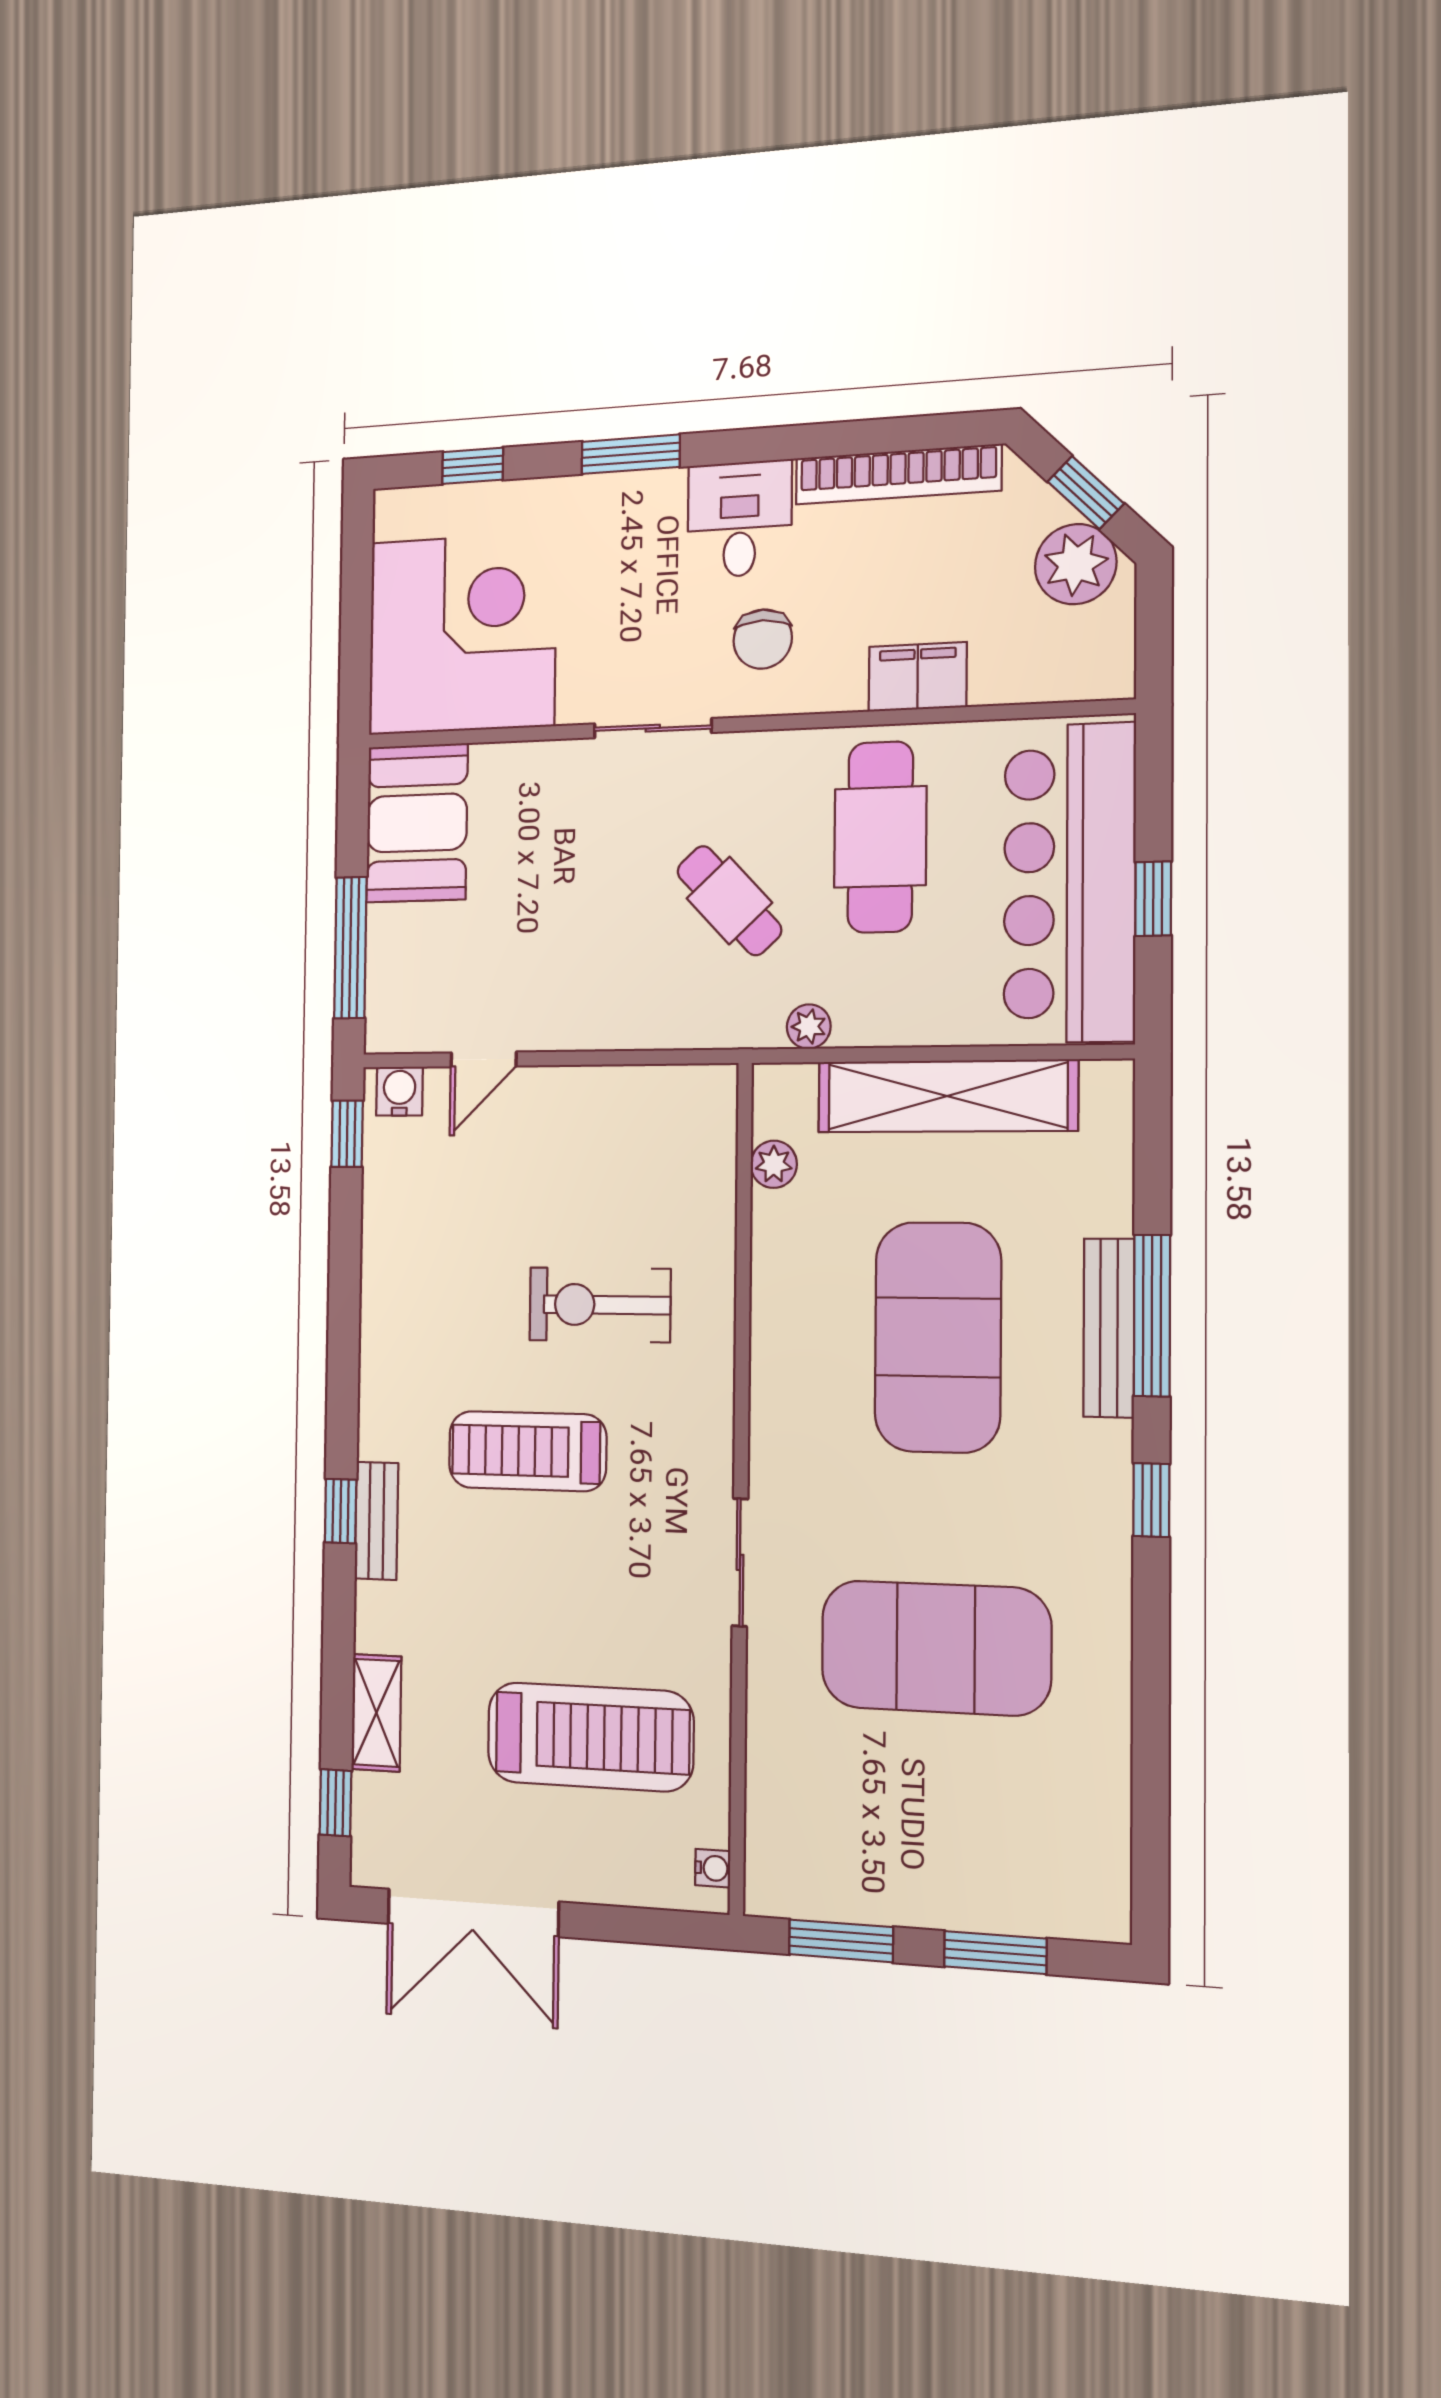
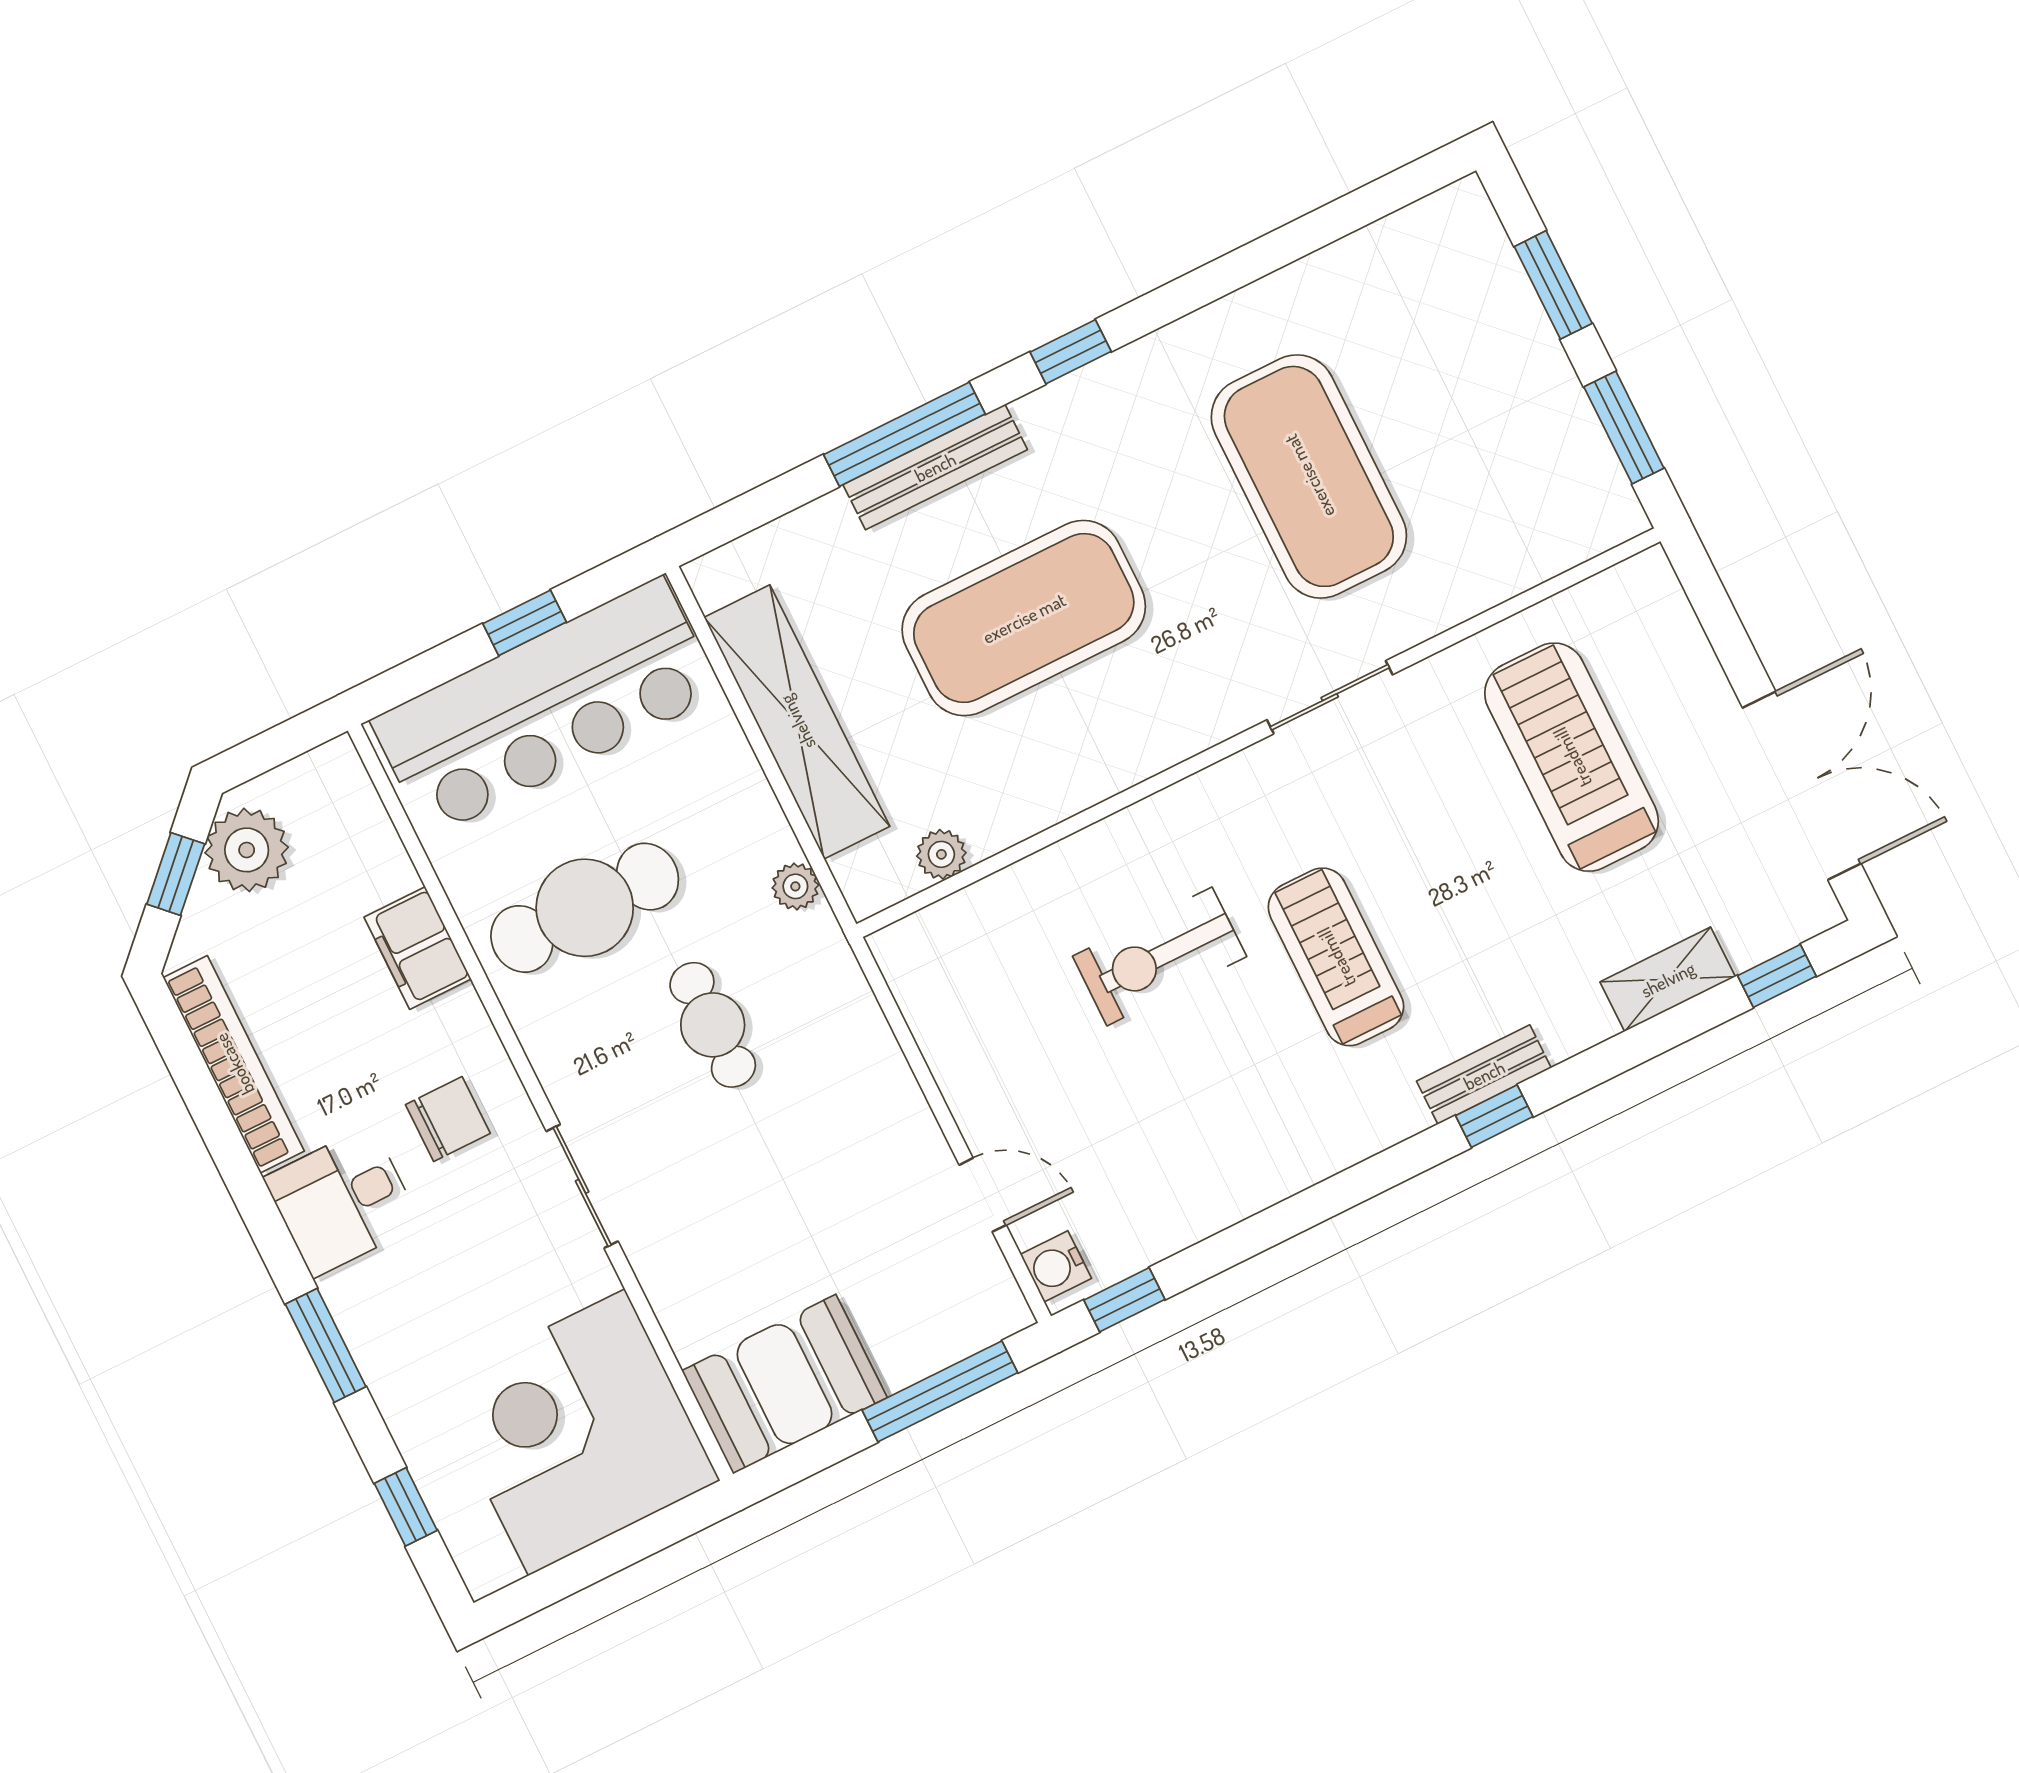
cafe table: (729, 901) -> (713, 1025), turned -47
exercise bike: (600, 1305) -> (1160, 956), turned 90
treadmill: (527, 1451) -> (1336, 957), turned 180
water cooler: (713, 1868) -> (1627, 579), removed

